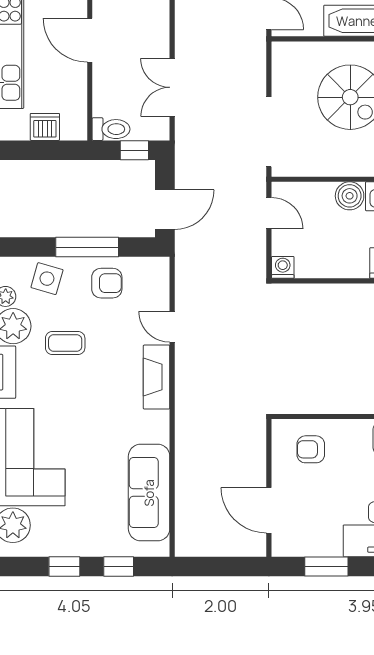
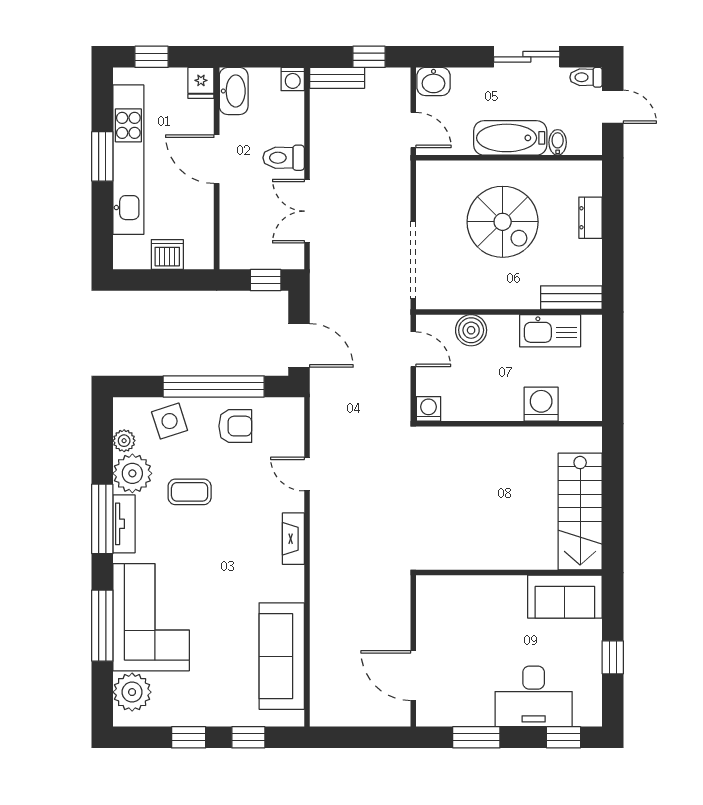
toilet: (111, 129) -> (284, 158), moved, turned 180
boiler: (350, 196) -> (471, 330), moved
door: (165, 210) -> (299, 345), hinge flipped
window: (87, 247) -> (214, 386), width x1.46
side table: (47, 279) -> (170, 421), turned -34
fireplace: (156, 377) -> (293, 539), width x0.73, depth x0.76
armchair: (311, 449) -> (459, 609), removed

